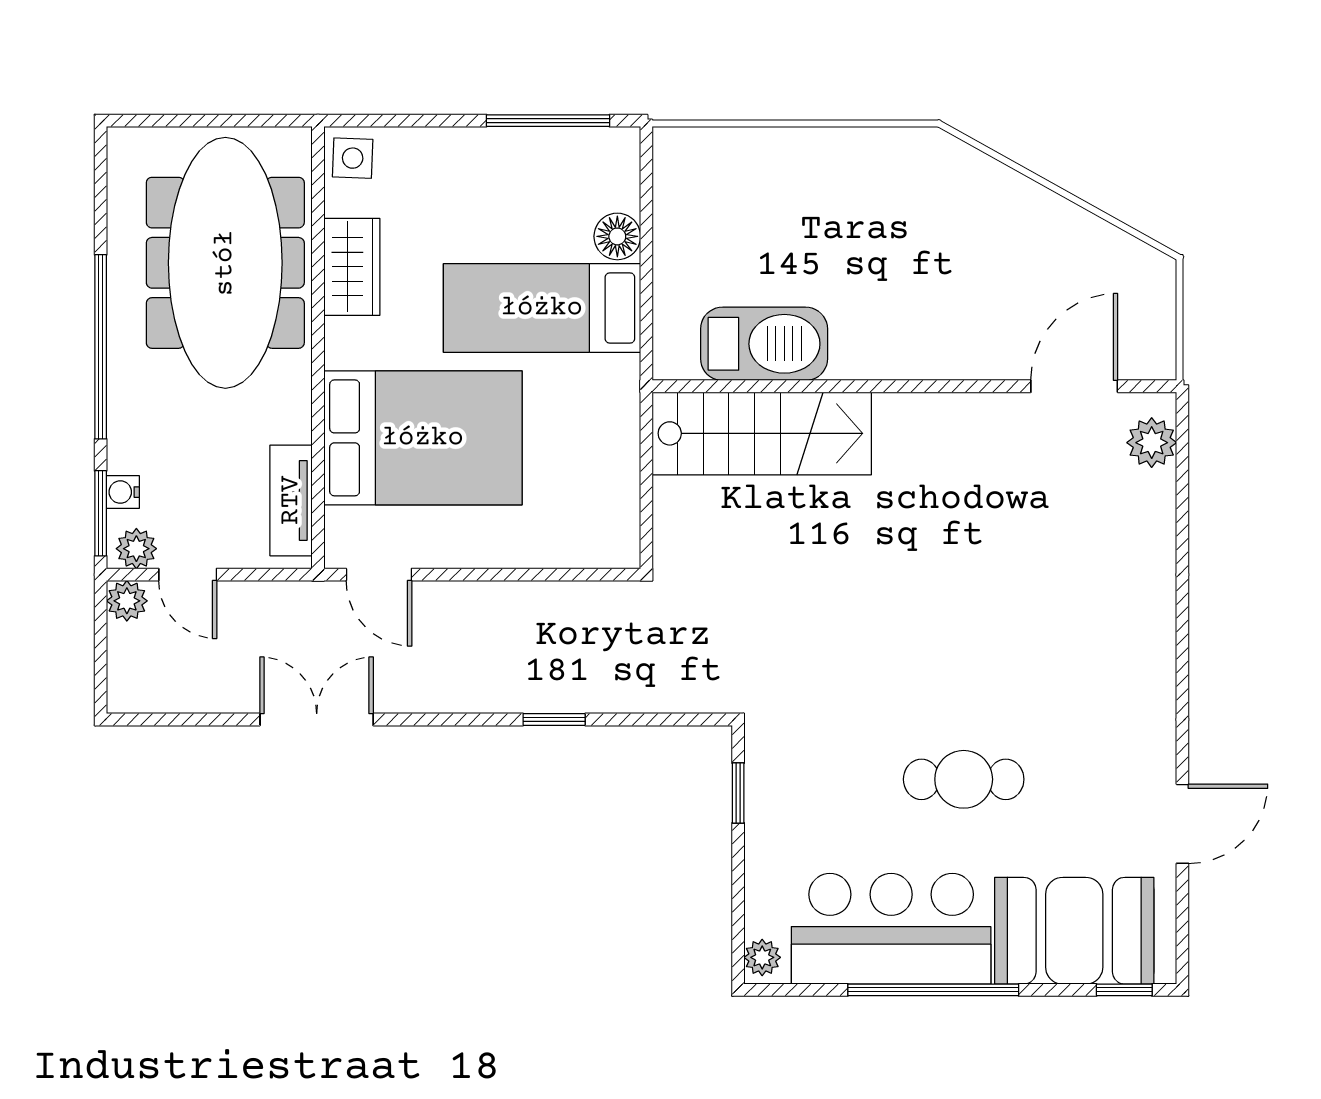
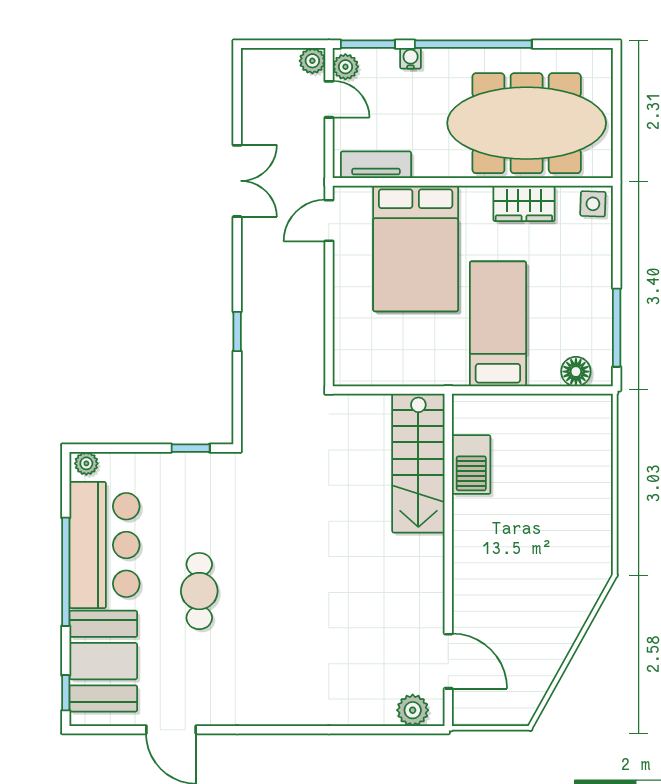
floor lamp: (617, 236) -> (576, 372), moved
barbecue: (764, 344) -> (471, 465), width x0.73, depth x0.83
water cooler: (123, 492) -> (411, 58), moved
door: (188, 575) -> (329, 99), swing flipped

